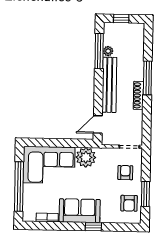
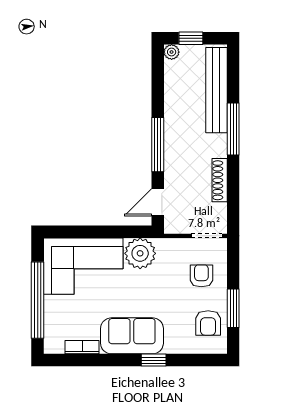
window: (99, 51) -> (158, 145), moved
plant: (108, 51) -> (172, 52), moved
bench: (109, 85) -> (216, 90), moved
shoe rack: (138, 95) -> (220, 180), moved

